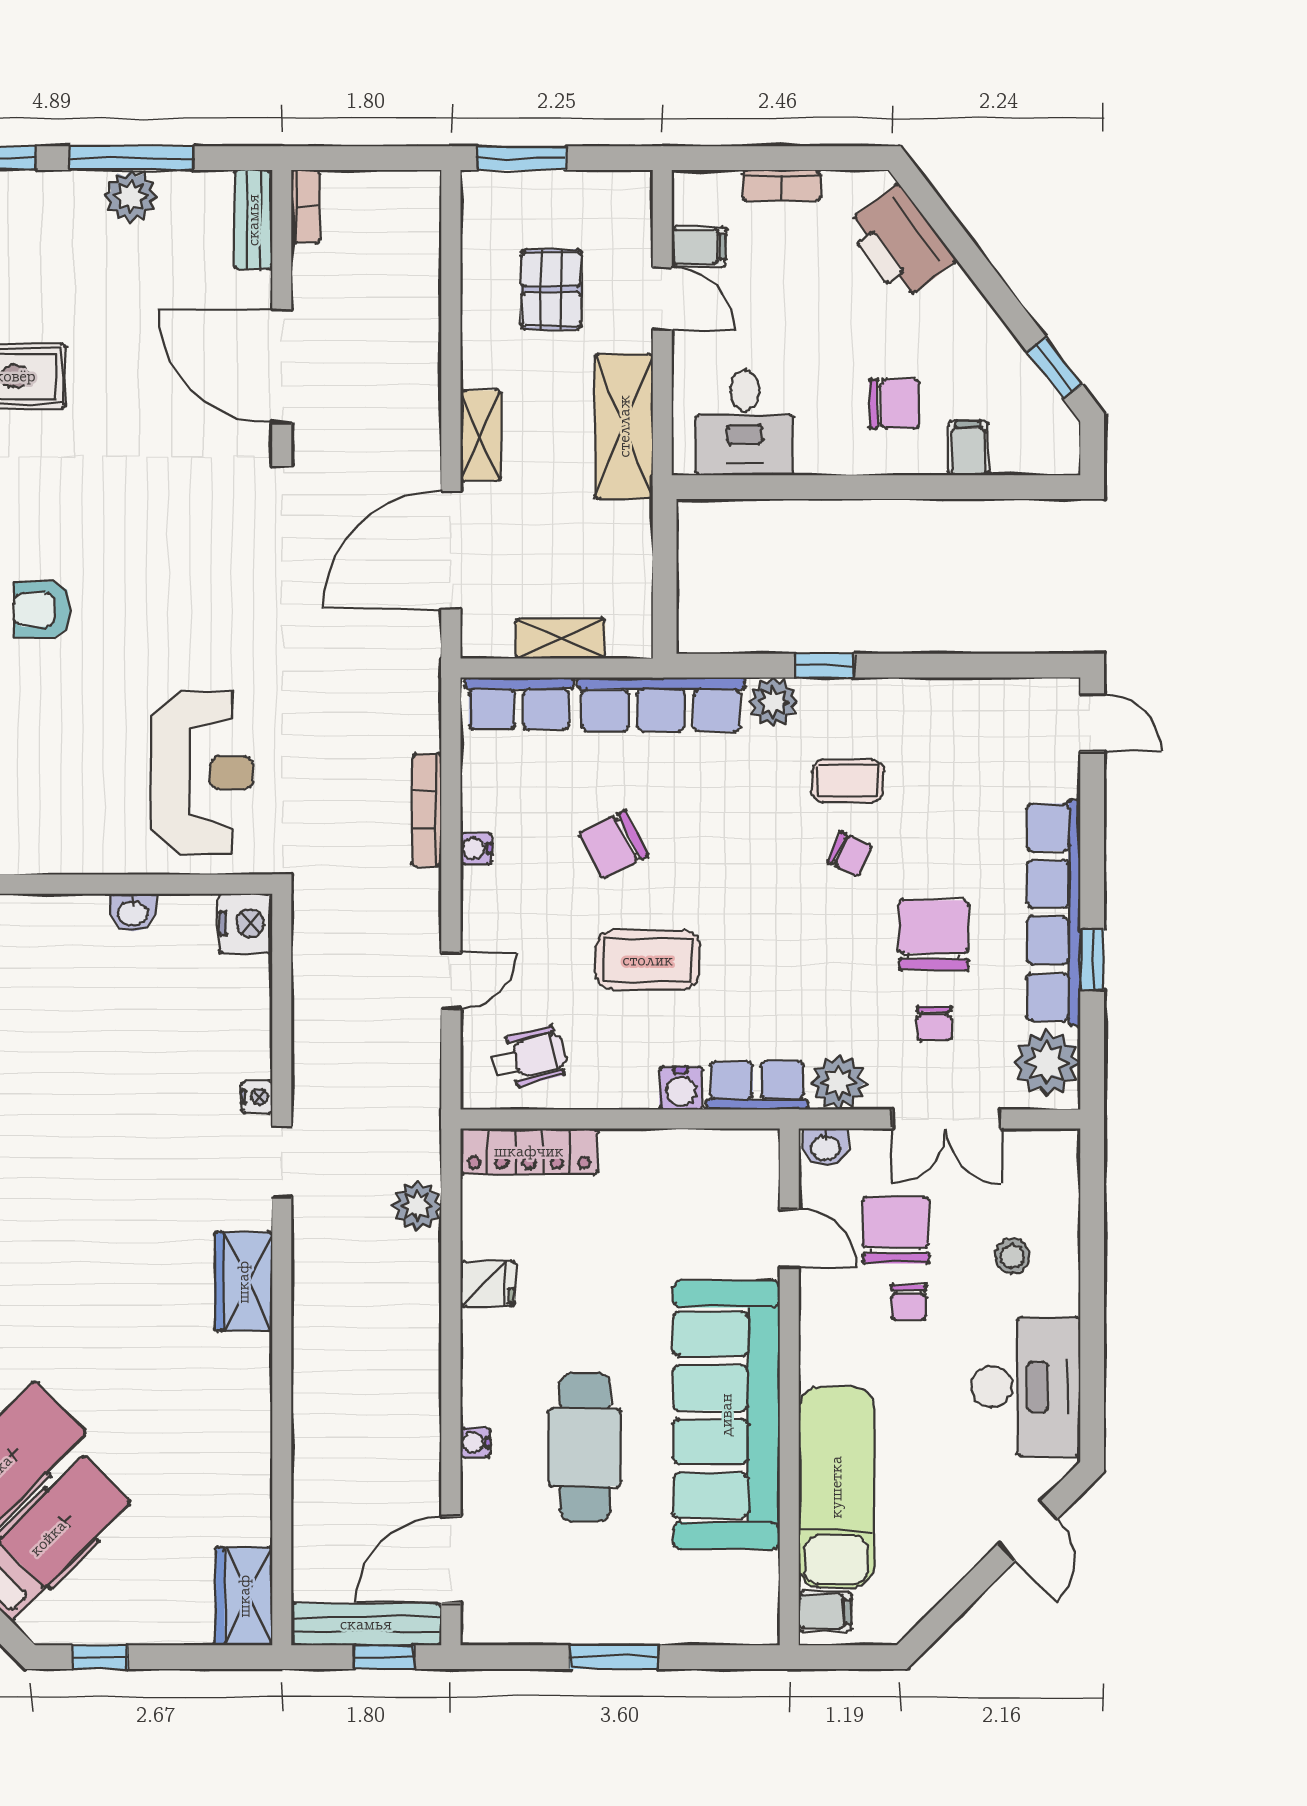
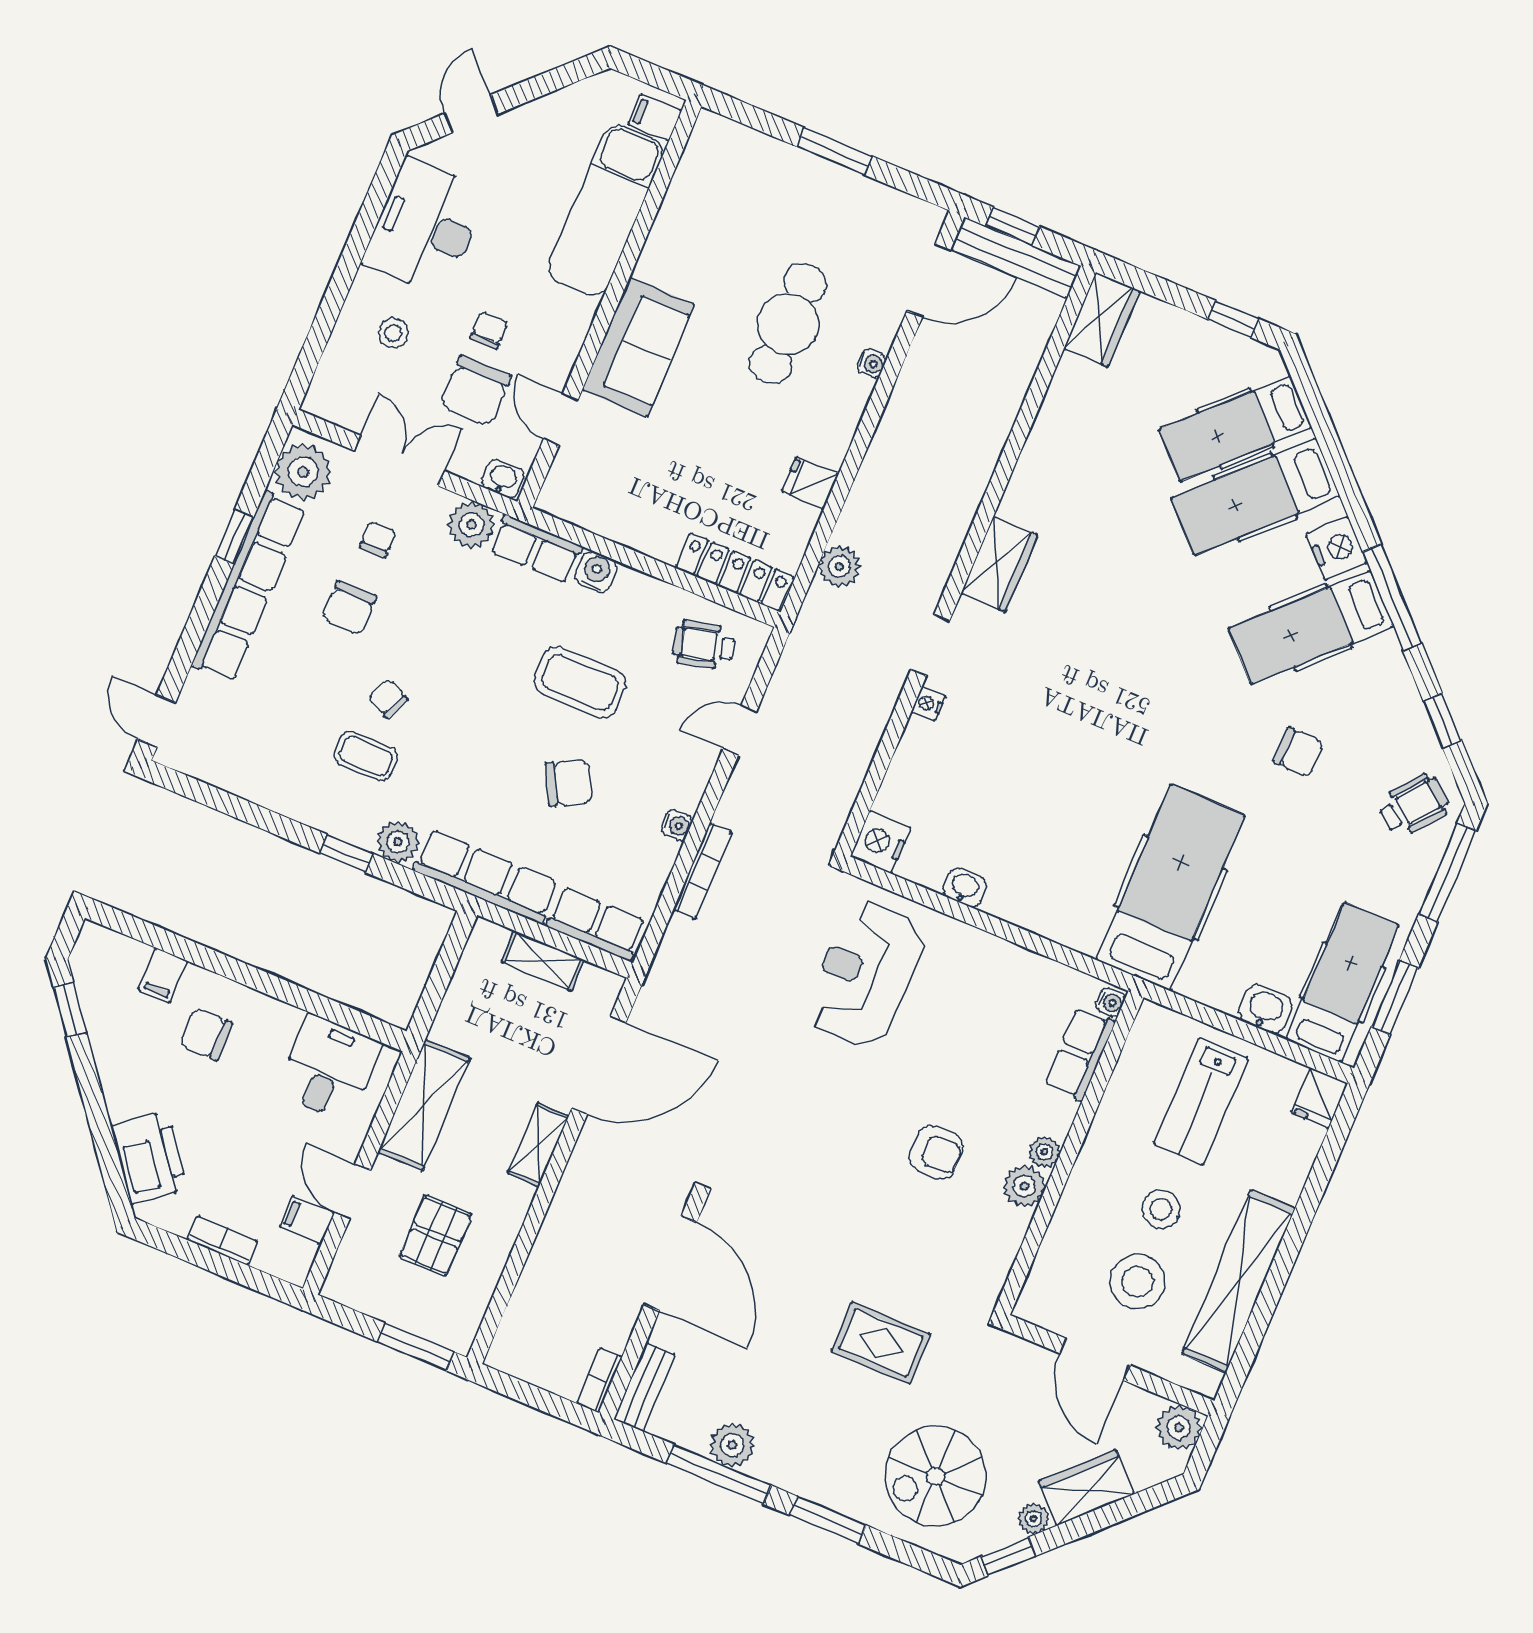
chair: (934, 935) -> (349, 608), width x0.73, depth x0.73
sofa: (726, 1415) -> (638, 347), width x0.54, depth x0.79

